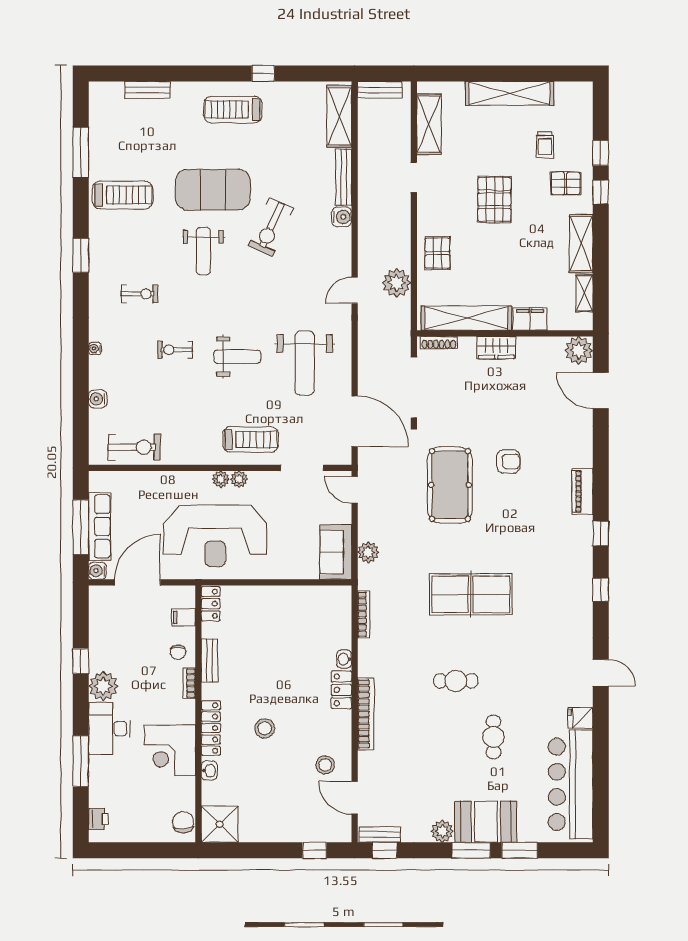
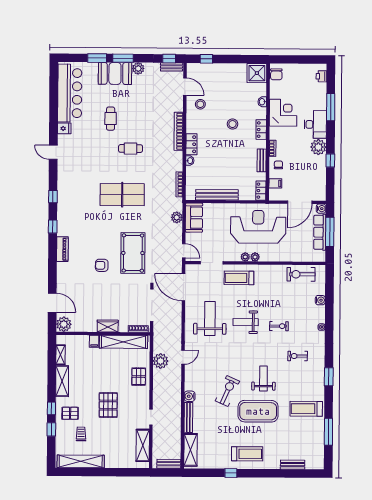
shelving: (509, 93) -> (81, 461), moved
filing cabinet: (530, 319) -> (94, 341), width x0.50
bench: (293, 595) -> (217, 195), added
locker: (211, 728) -> (261, 130), width x0.66

